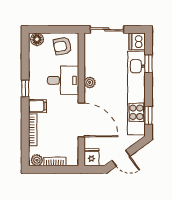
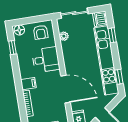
armchair: (62, 46) -> (41, 32), turned -79
plant: (90, 82) -> (64, 36), moved
window: (25, 88) -> (12, 47), moved

